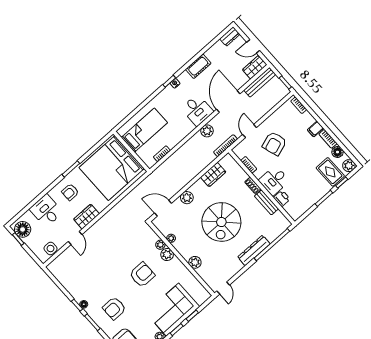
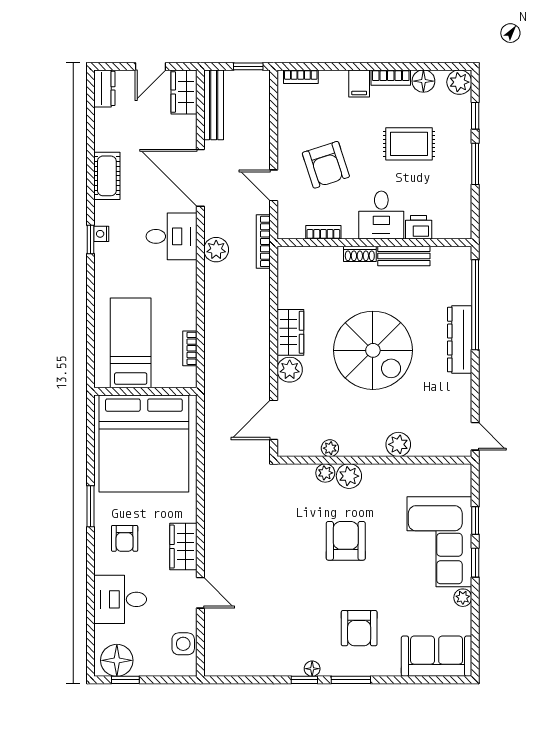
rug: (330, 172) -> (409, 144), moved
wardrobe: (213, 175) -> (290, 332), moved

